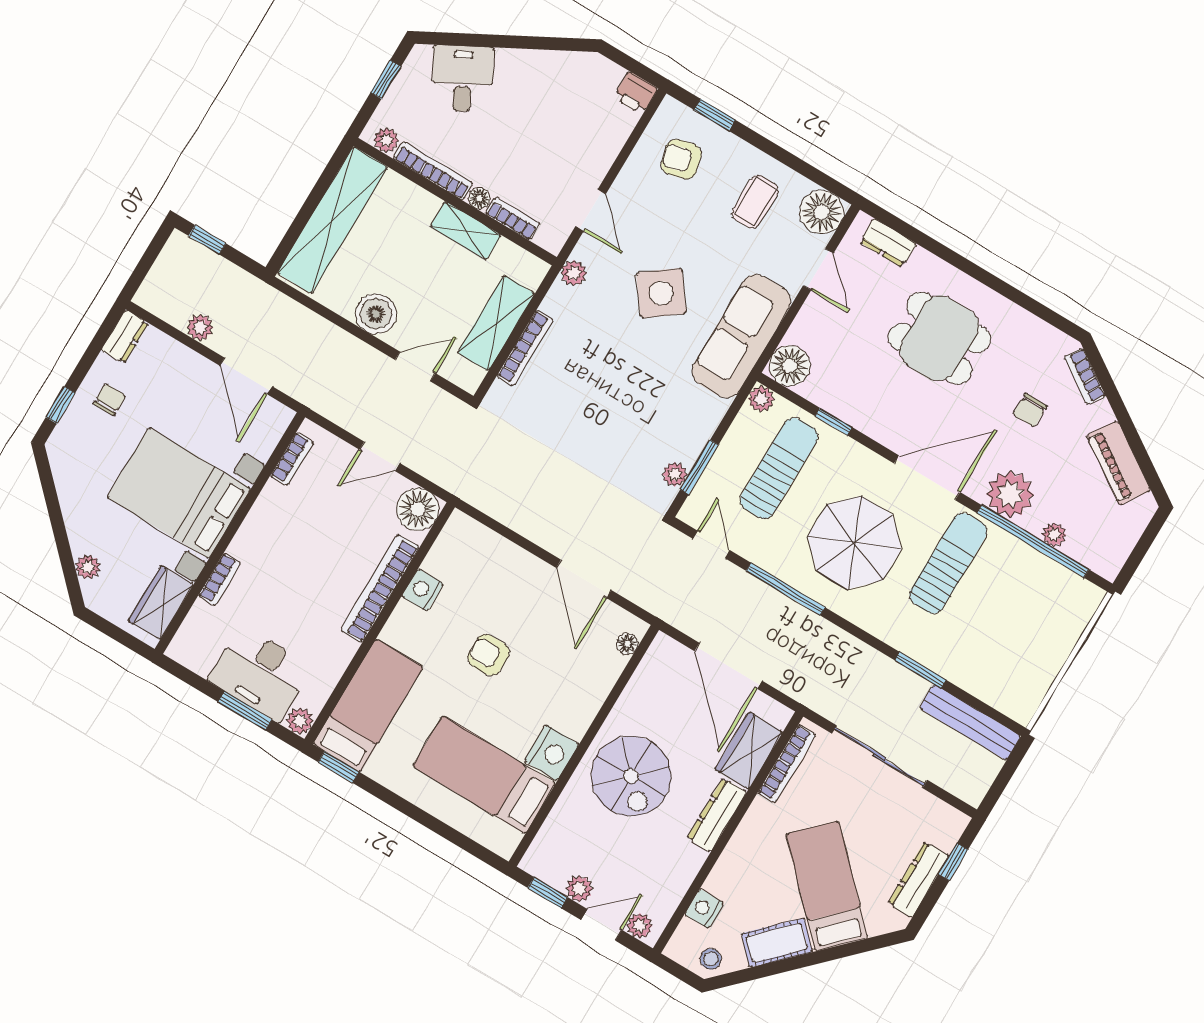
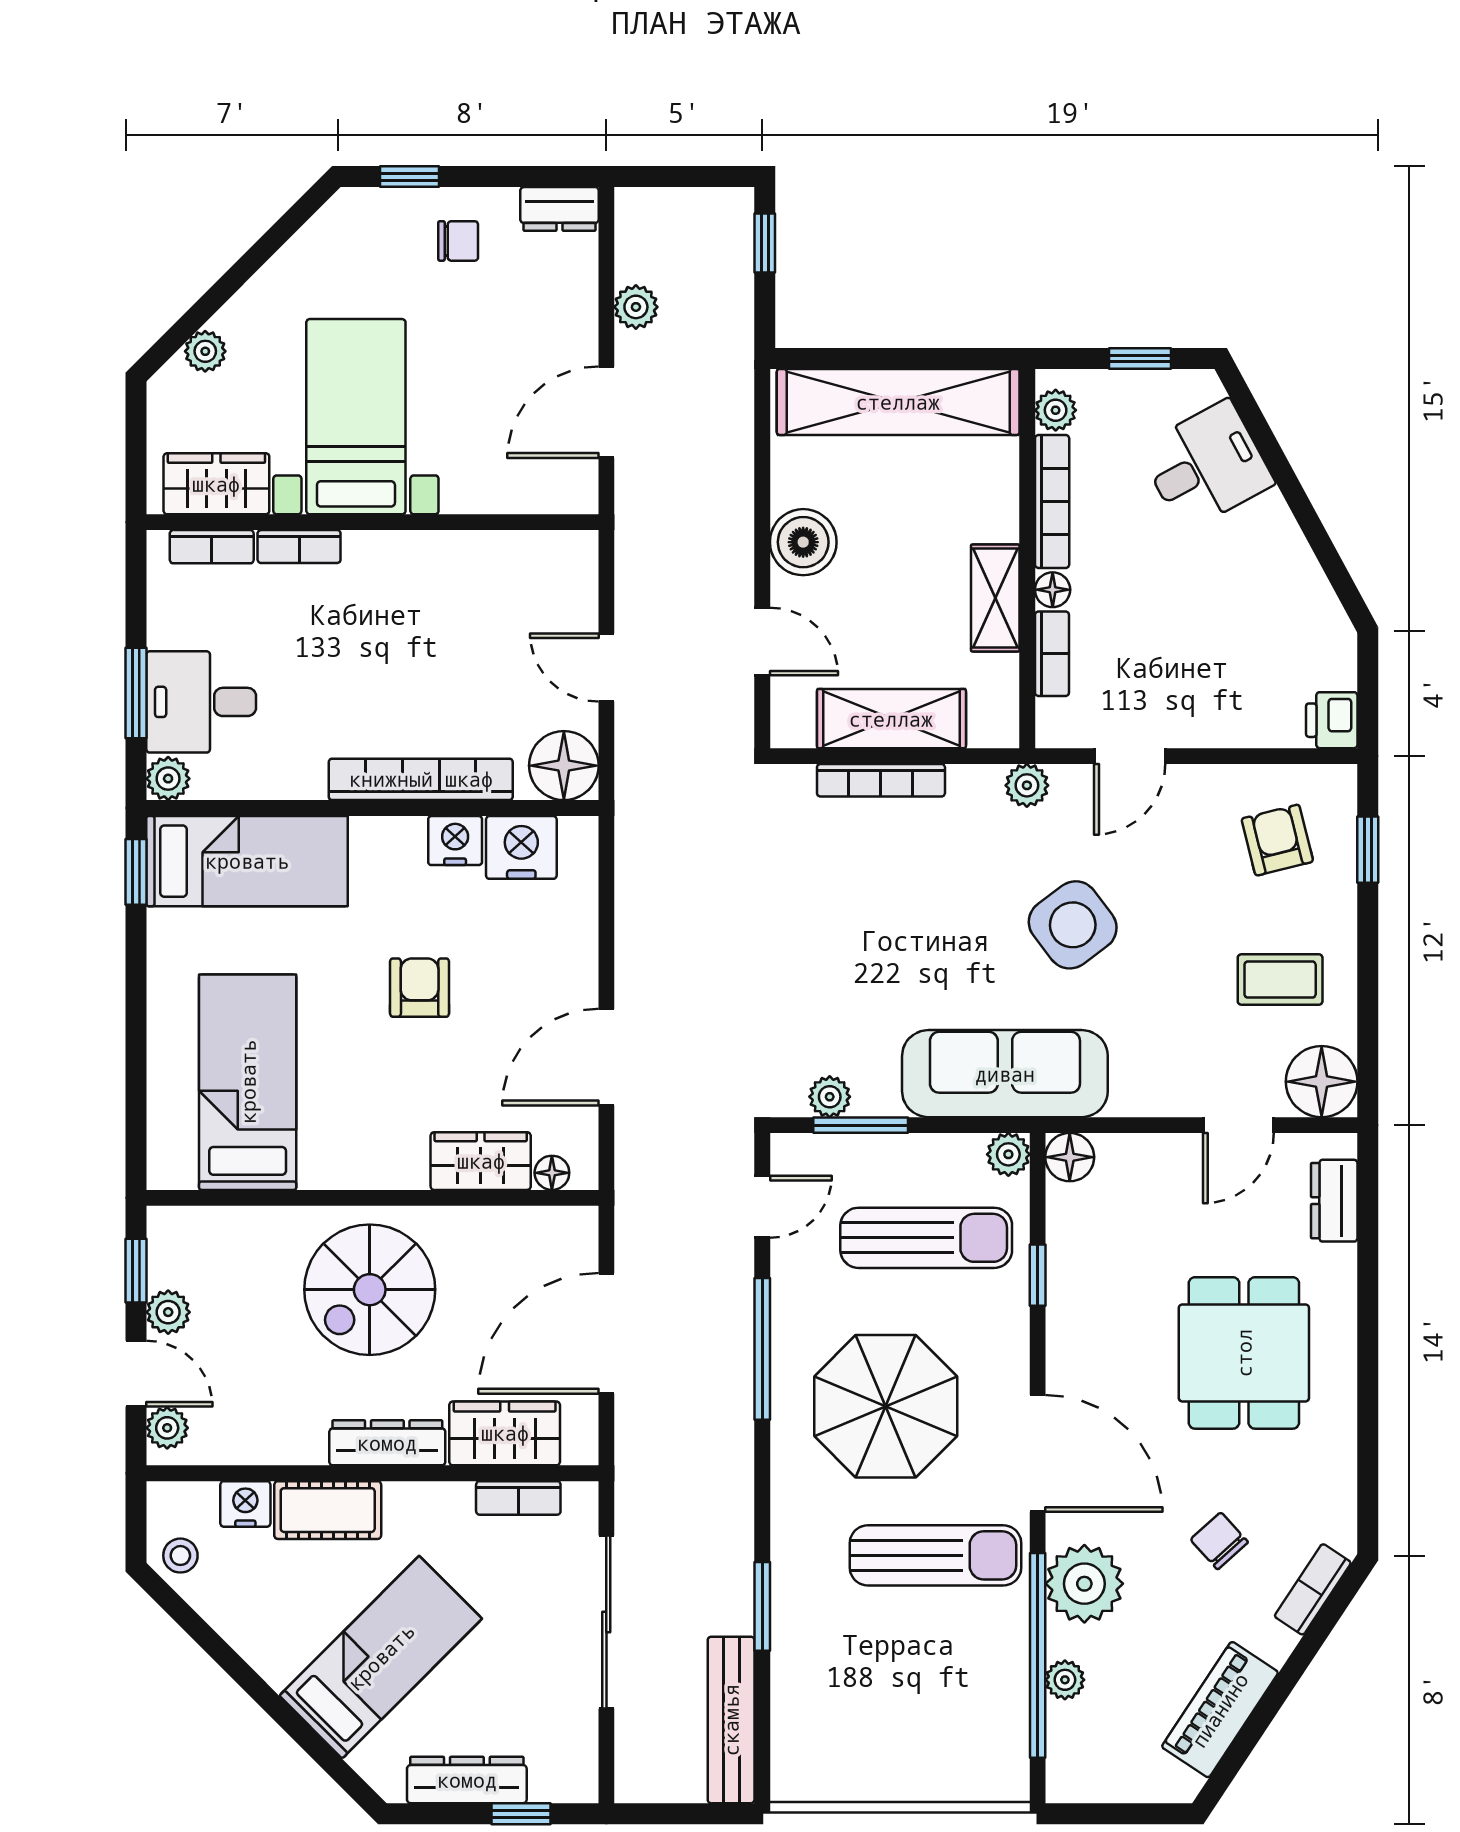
sofa: (741, 336) -> (1005, 1074), moved
floor lamp: (790, 366) -> (1070, 1157), width x0.73, depth x0.73
chair: (1030, 410) -> (1219, 1541), turned 48
bookcase: (292, 459) -> (212, 547), moved
bed with nightstands: (179, 493) -> (356, 417), width x0.73
desk: (260, 673) -> (201, 702), width x0.73
wardrobe: (599, 677) -> (481, 1161), added
nightstand: (552, 753) -> (521, 847), moved, turned 180
bookcase: (787, 764) -> (518, 1498), width x0.64
cot: (777, 943) -> (328, 1510), moved, turned -45

